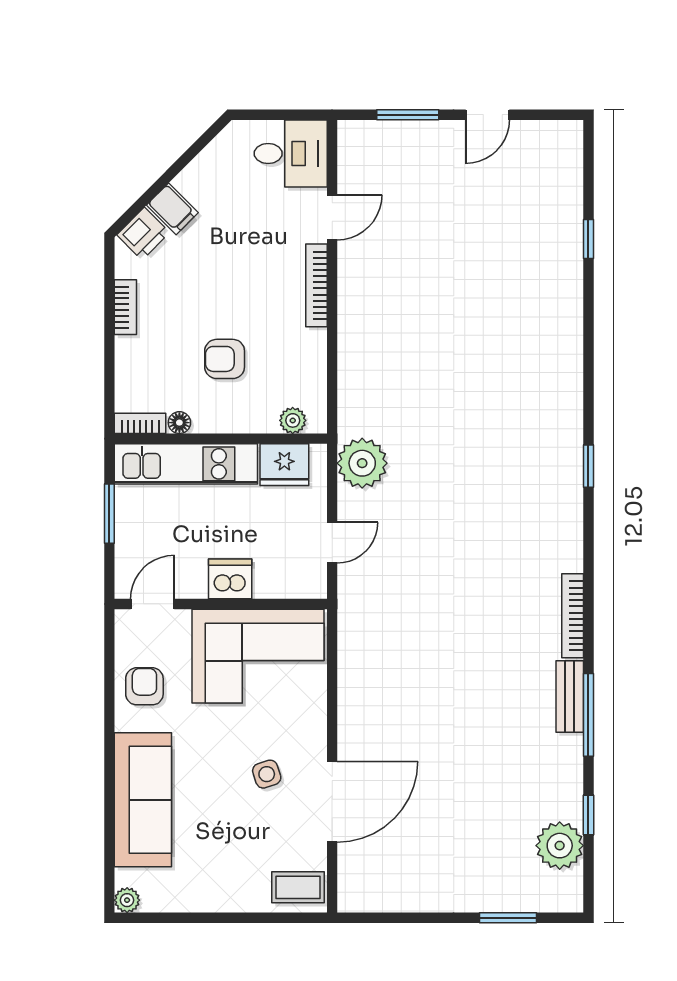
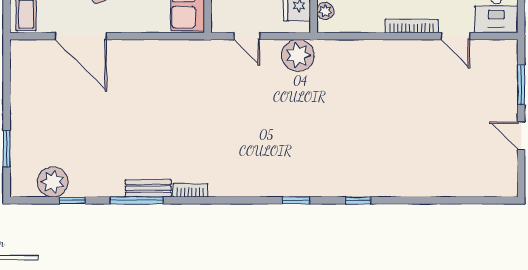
window: (588, 239) -> (358, 200), moved
bookcase: (573, 616) -> (190, 190), width x0.64

